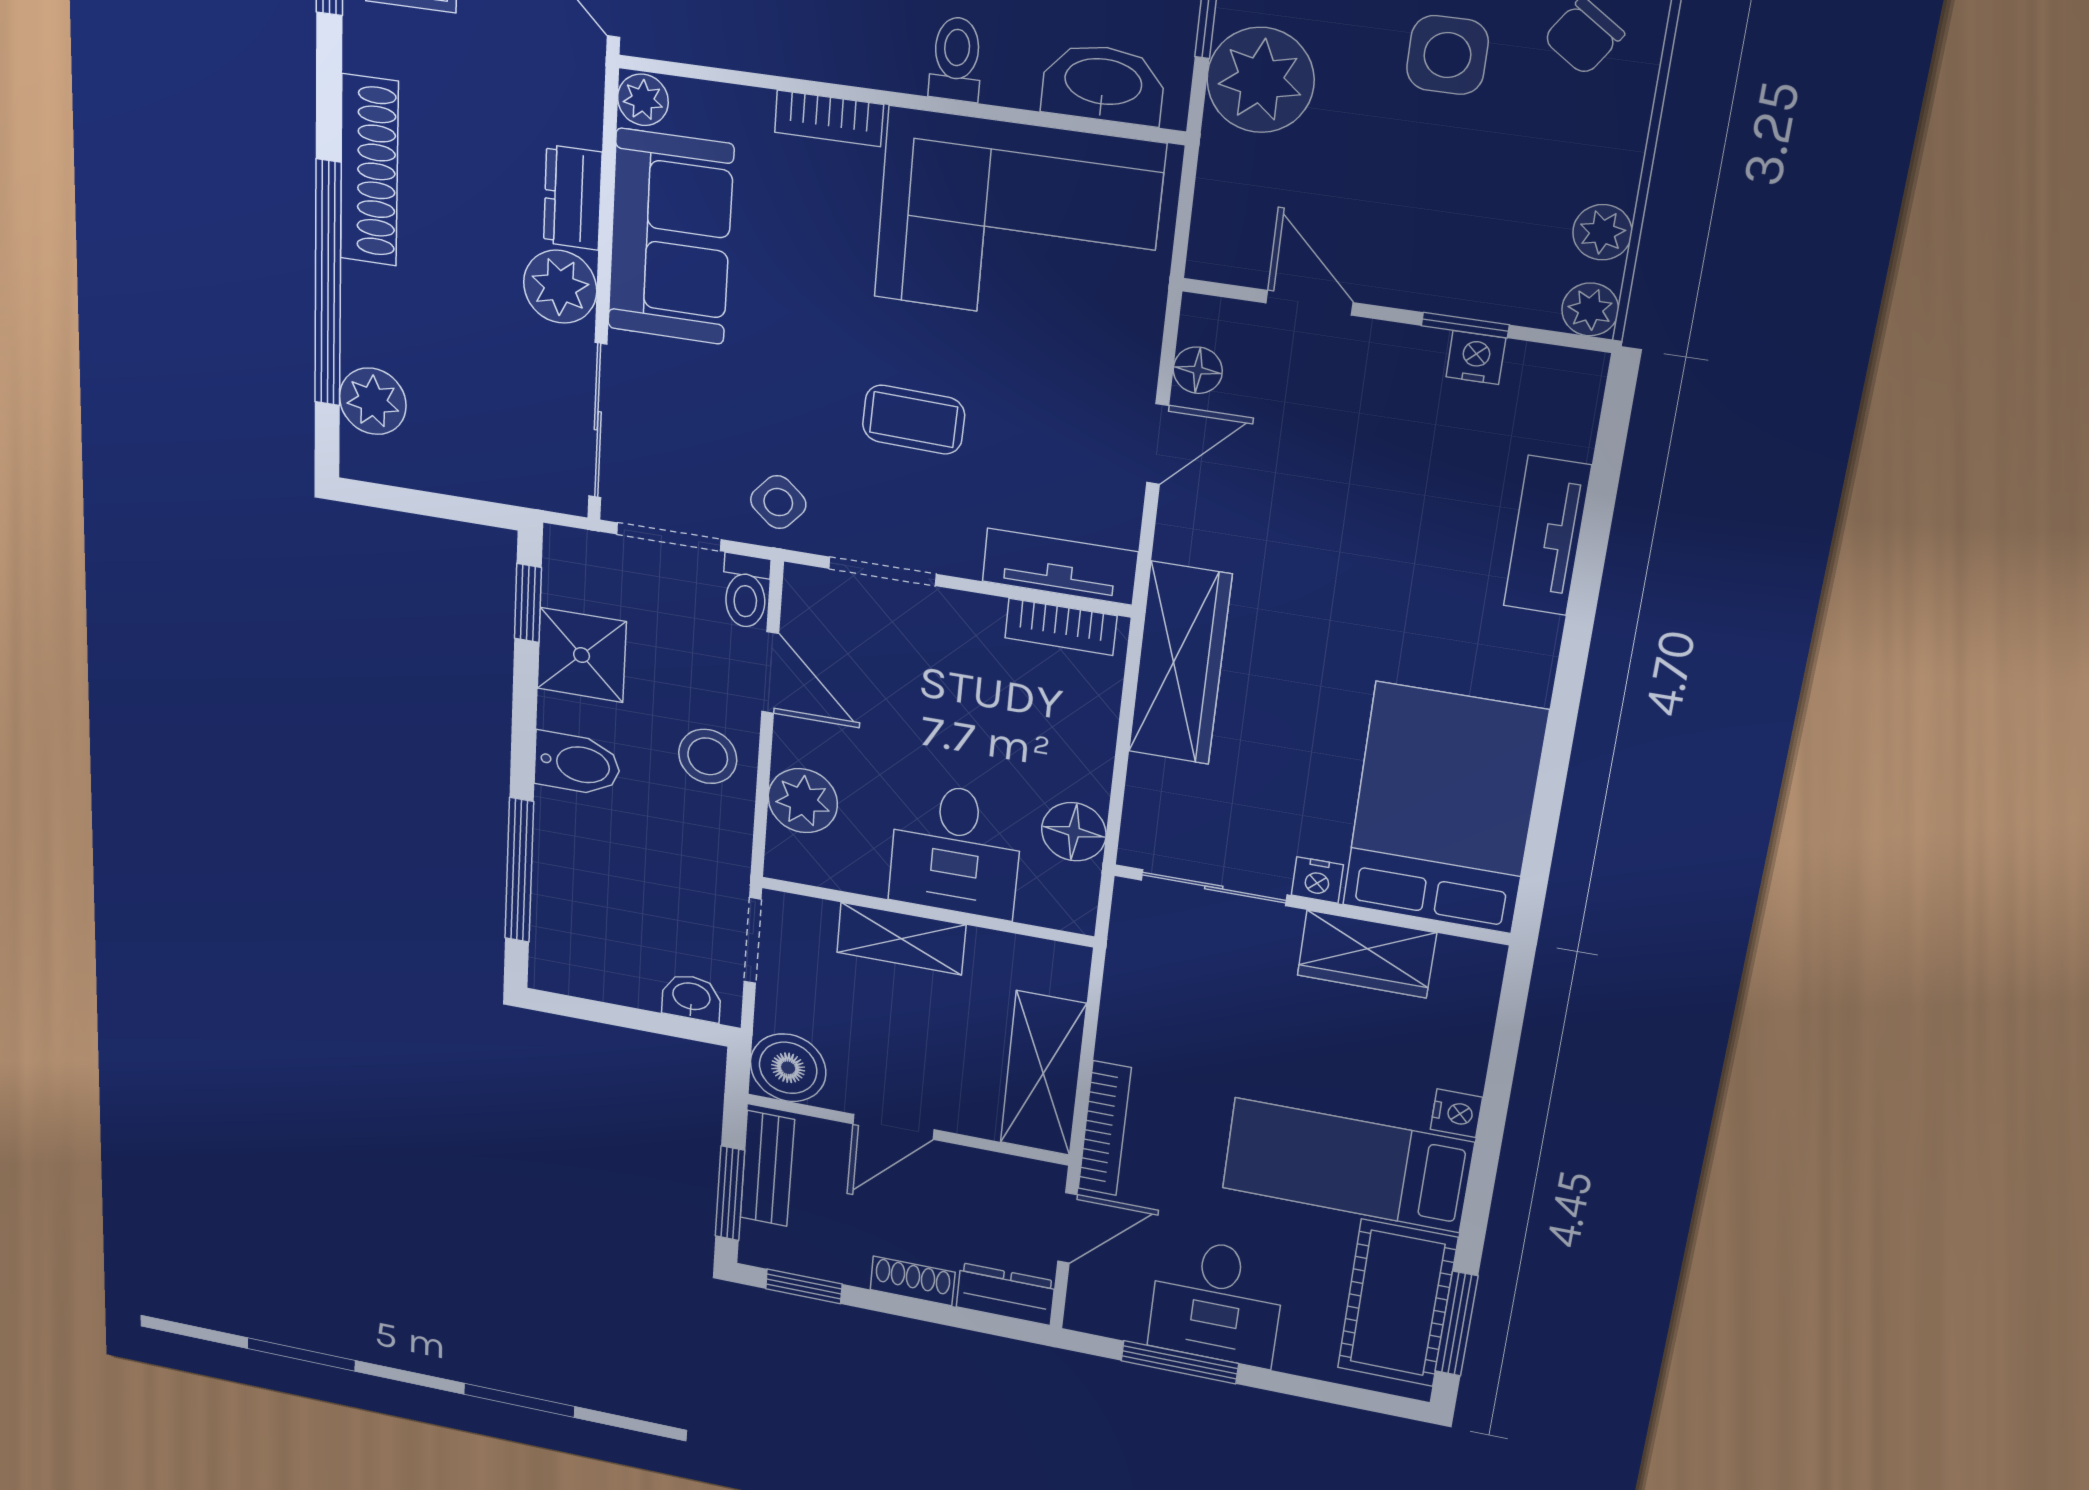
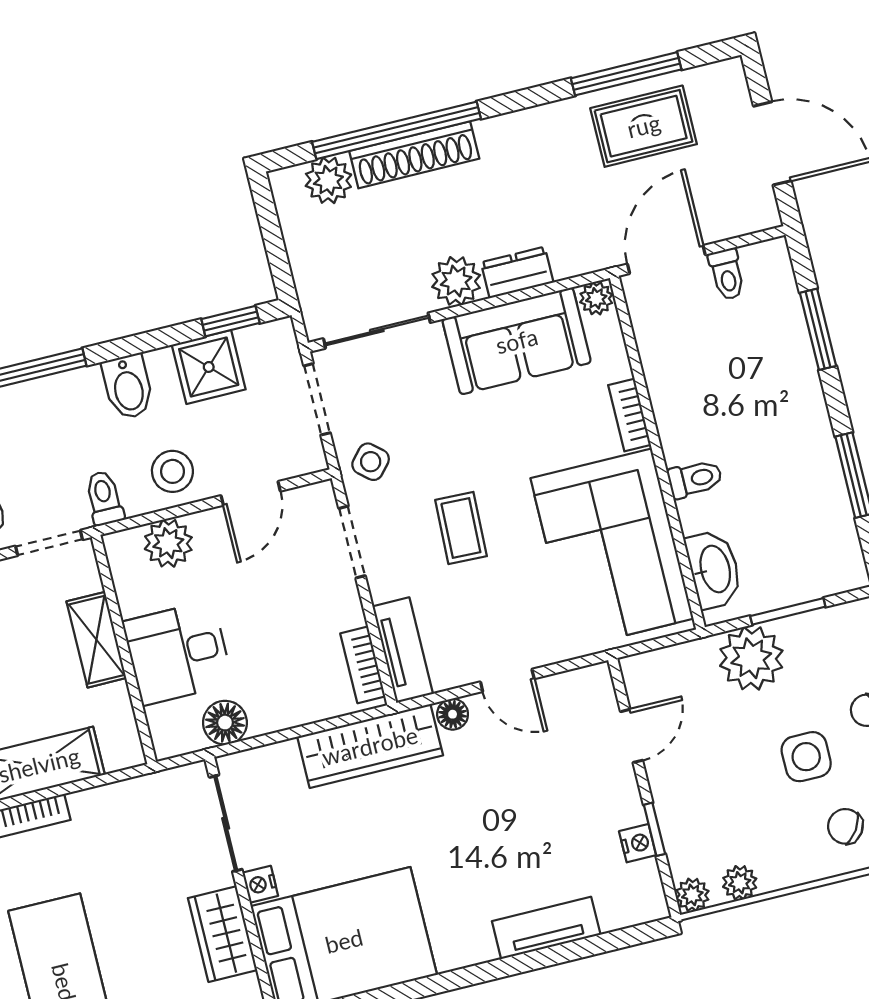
shoe rack: (369, 170) -> (414, 155), moved
floor lamp: (1198, 370) -> (453, 714), moved
toilet: (746, 591) -> (104, 498), moved, turned 90

